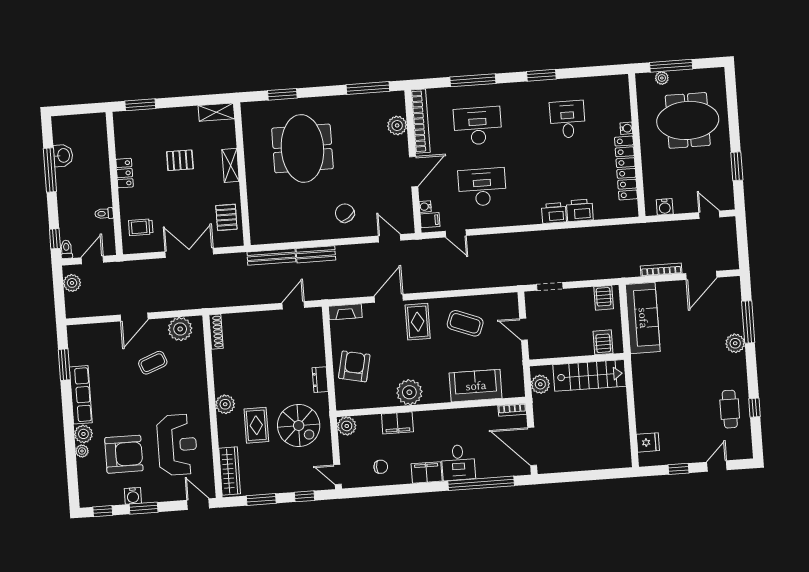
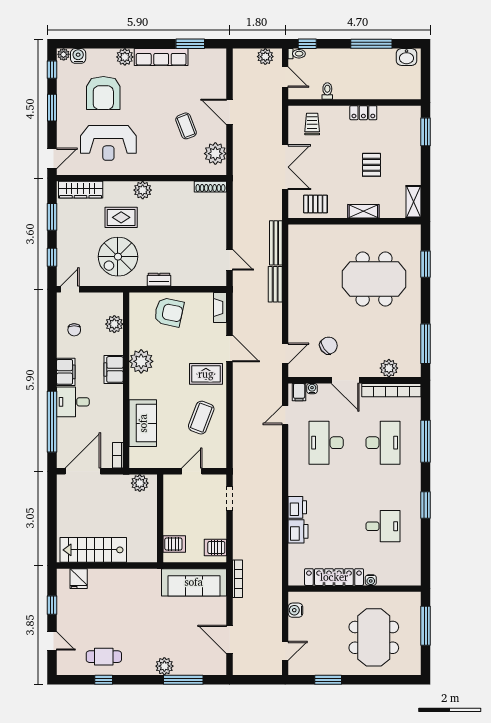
plant: (662, 78) -> (415, 616), removed
washbasin: (63, 155) -> (407, 57), moved
desk: (482, 187) -> (326, 443), turned 180
chair: (345, 213) -> (329, 346), moved
bookcase: (661, 270) -> (237, 579), moved
stairs: (590, 375) -> (93, 550), moved, turned 90
filing cabinet: (397, 423) -> (114, 369), moved
plant: (347, 426) -> (114, 324), moved
plant: (82, 451) -> (64, 54), moved
water cooler: (133, 496) -> (78, 56), moved, turned 90

